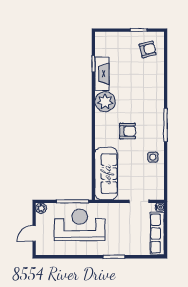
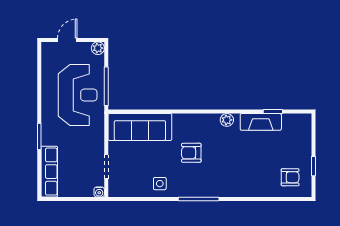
armchair: (148, 49) -> (290, 177), turned -76
plant: (105, 102) -> (227, 120), width x0.53, depth x0.53
armchair: (128, 131) -> (191, 153), turned 90
row of seats: (157, 233) -> (49, 172), moved, turned 90
door: (34, 234) -> (67, 40), hinge flipped

